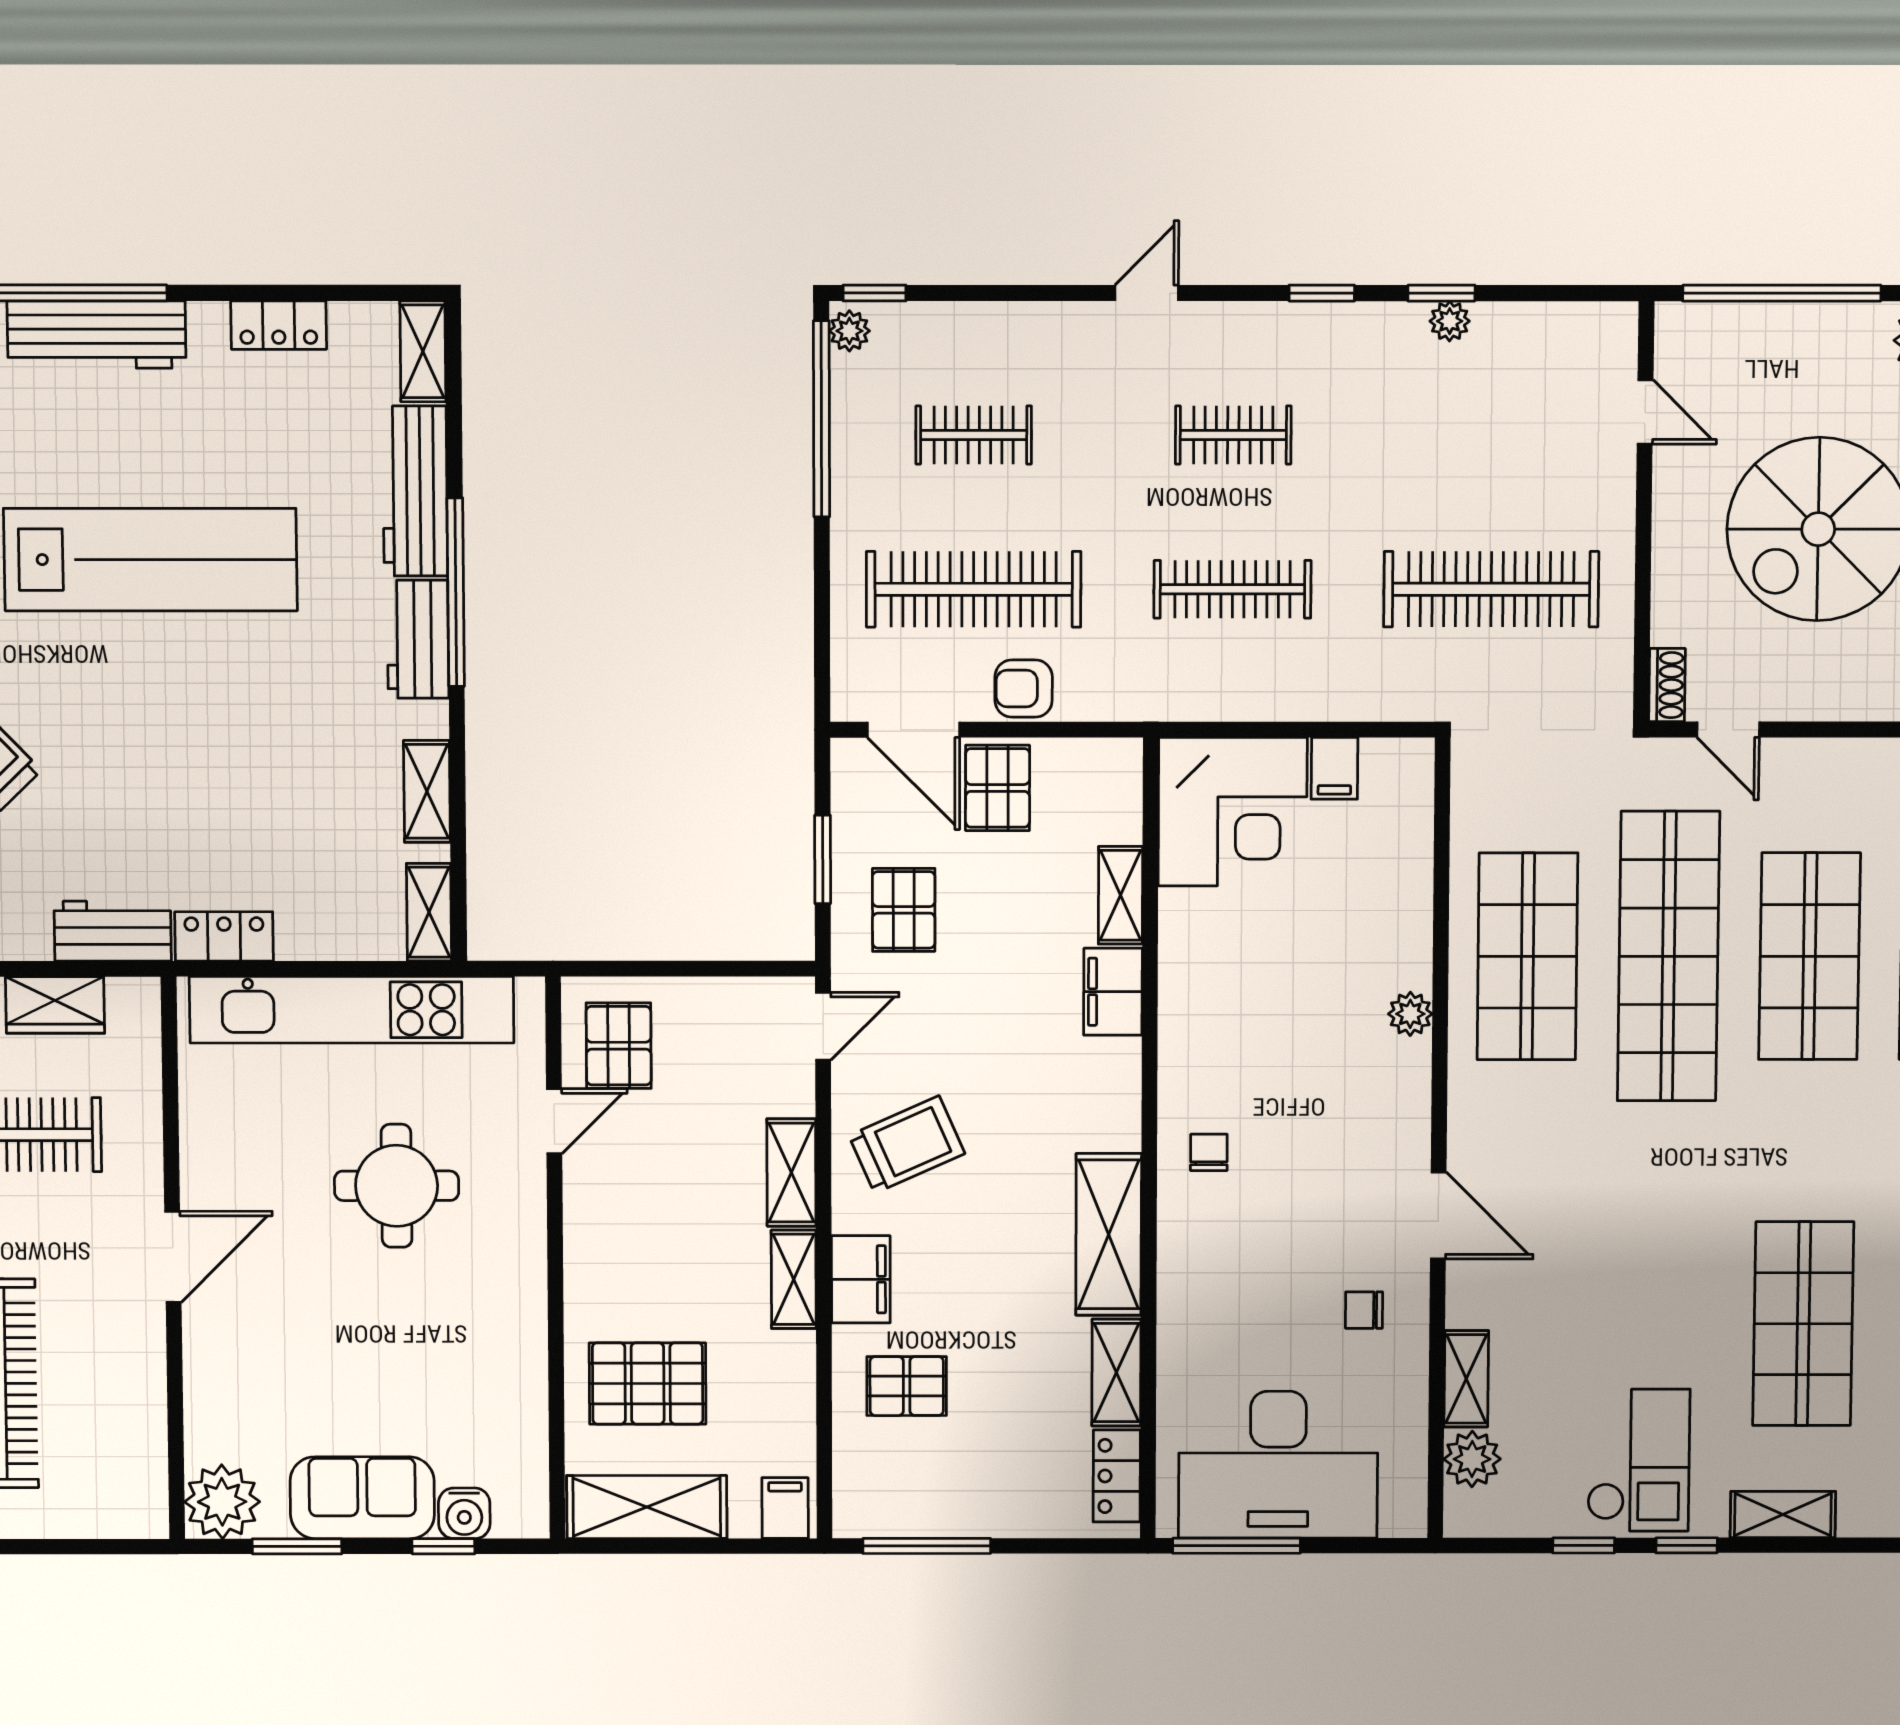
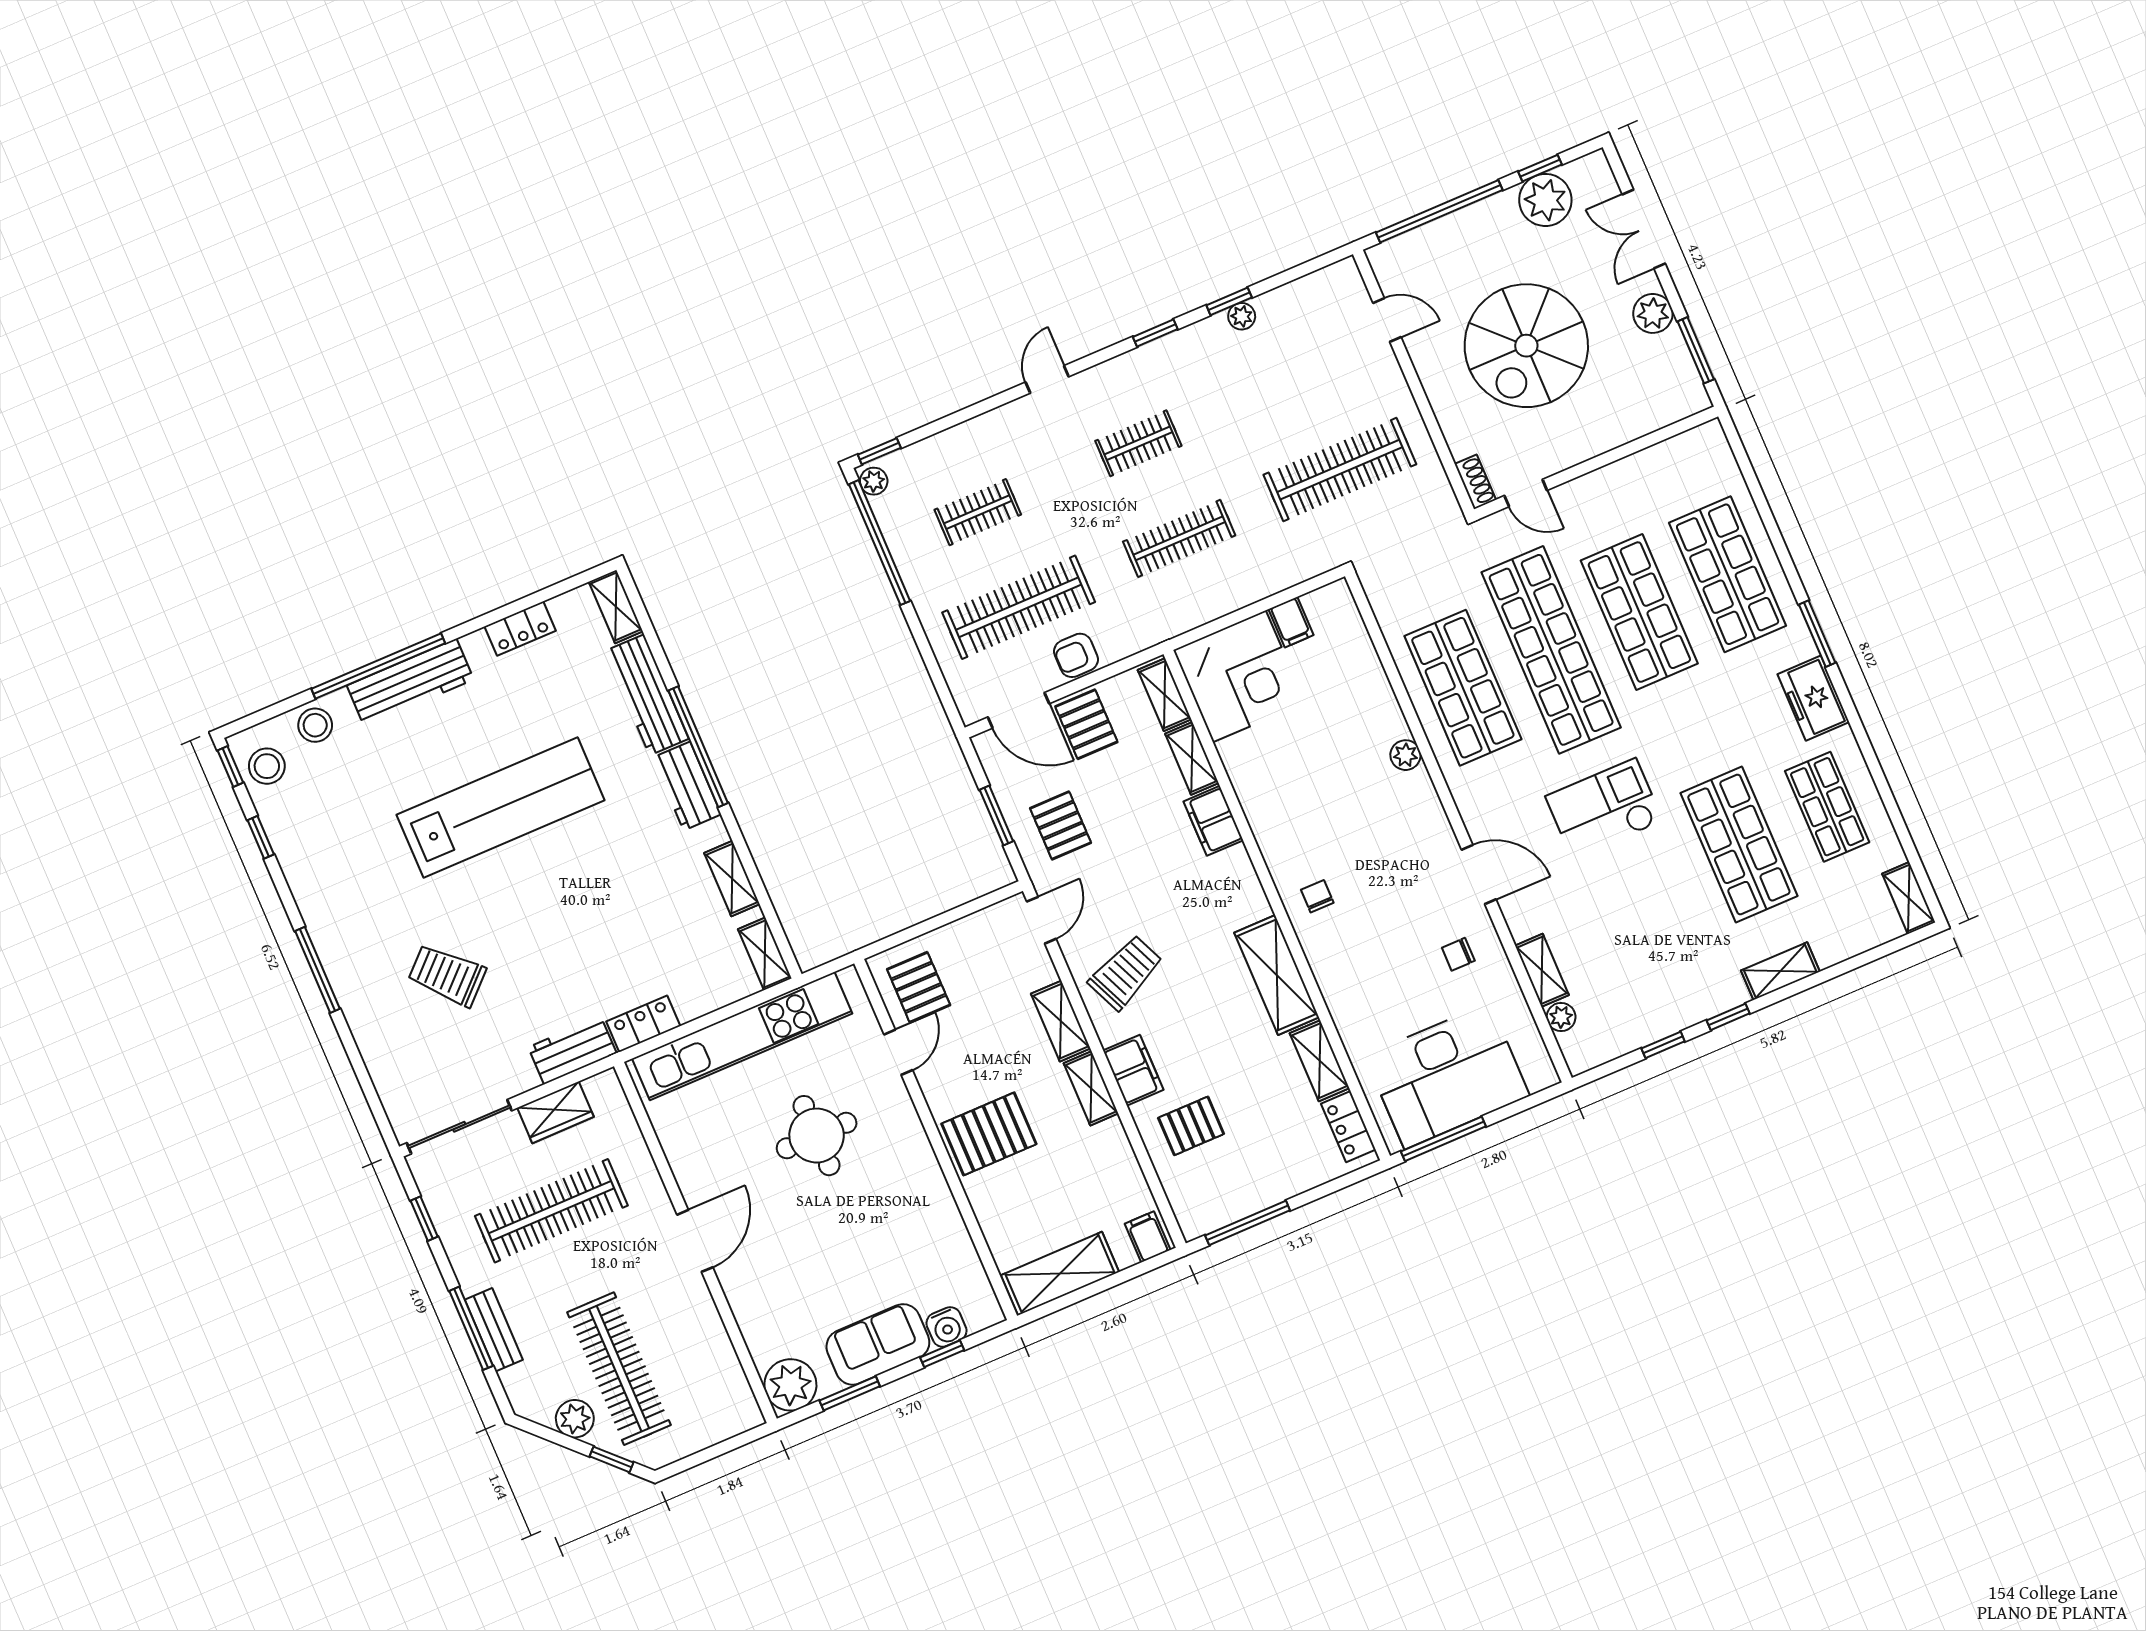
shelving: (1121, 793) -> (1165, 695), added
pallet: (648, 1383) -> (989, 1134), moved
plant: (1472, 1459) -> (1561, 1017), width x0.73, depth x0.73
checkout: (1639, 1460) -> (1604, 809), moved, turned -90

